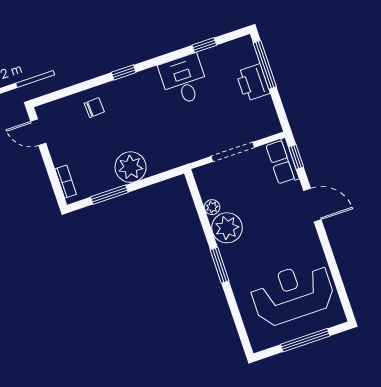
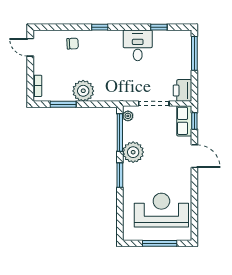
printer: (253, 82) -> (182, 90), moved
window: (200, 207) -> (120, 133), added
plant: (212, 207) -> (128, 116), moved

